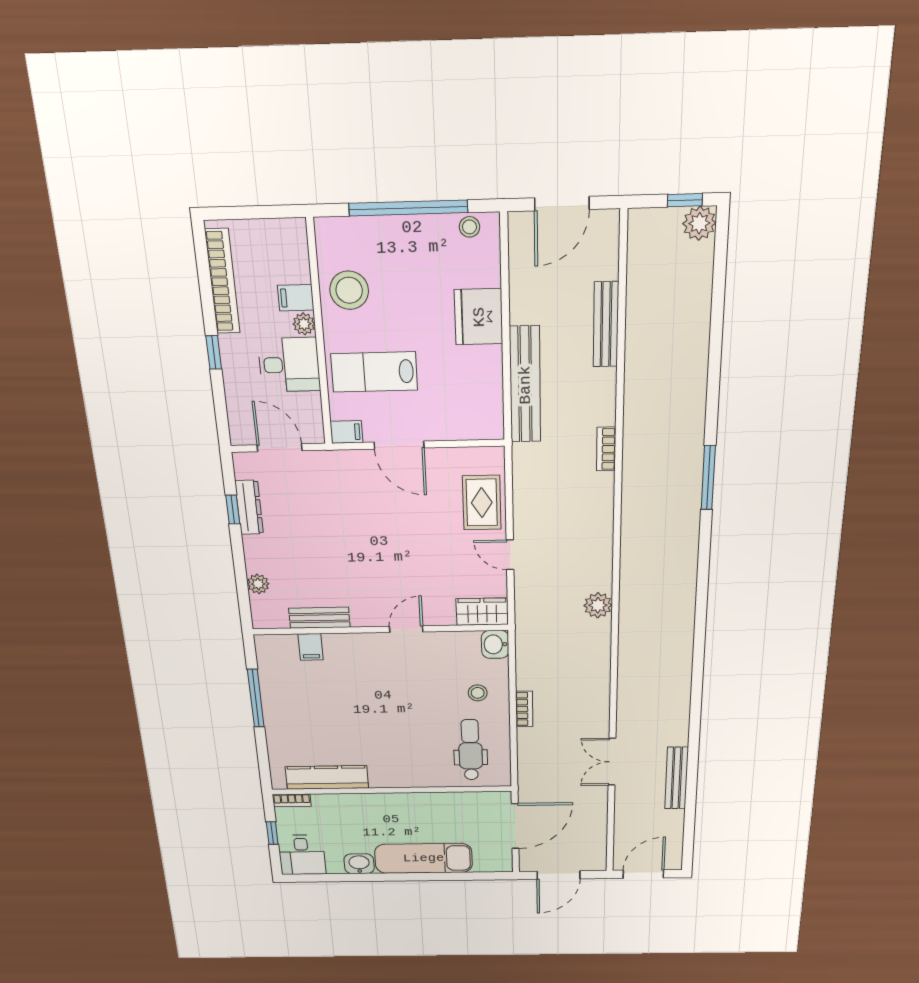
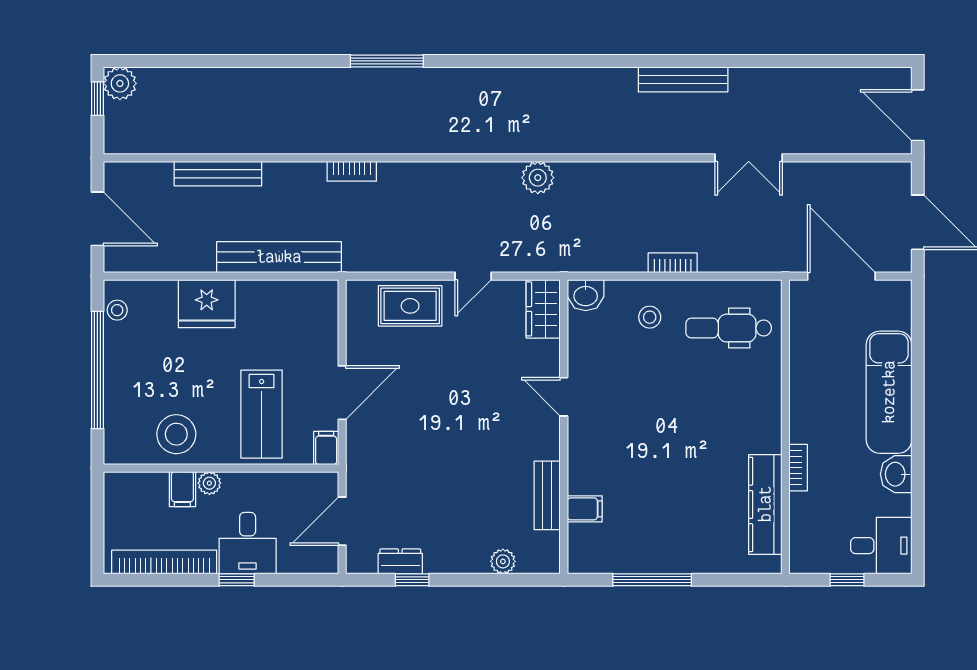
desk: (289, 365) -> (248, 543), moved, turned 180
dresser: (249, 507) -> (400, 561), width x0.70
bench: (677, 778) -> (683, 79), moved
bookcase: (292, 800) -> (798, 468), moved

